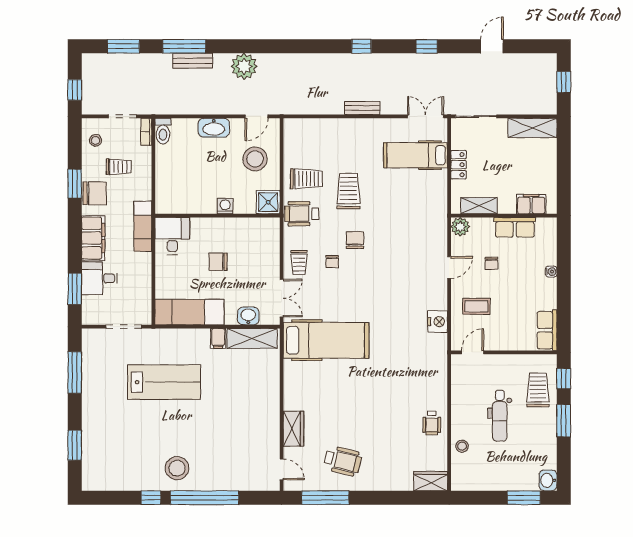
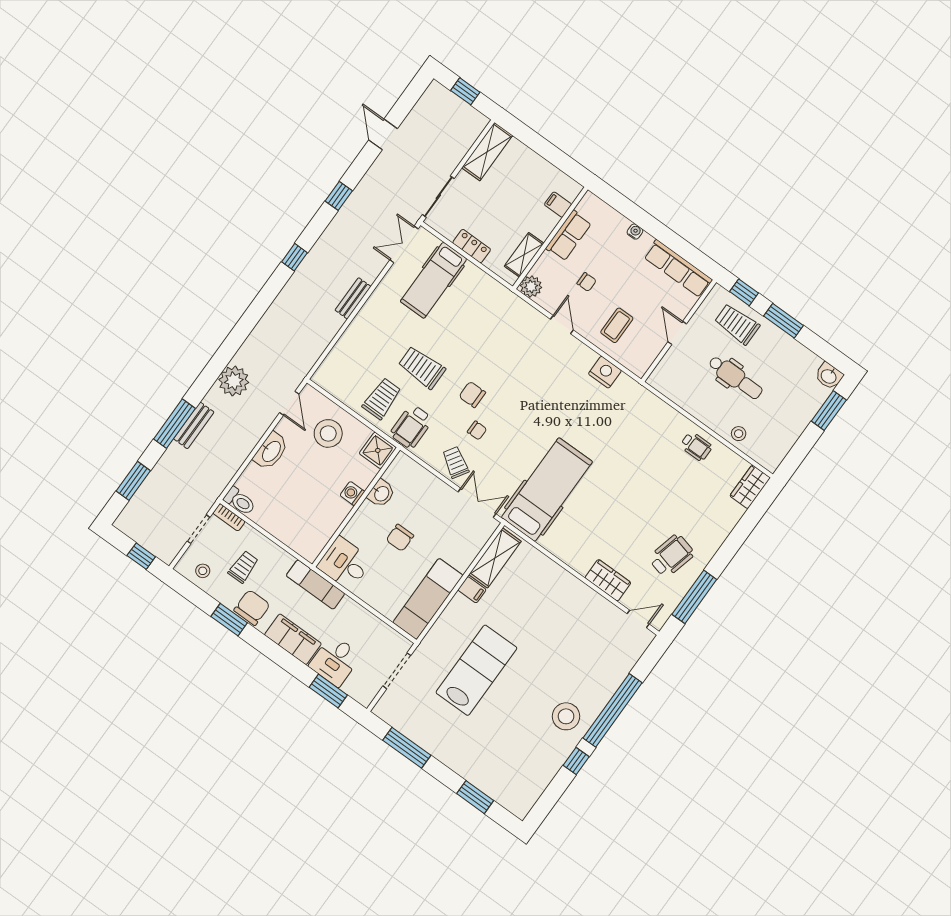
filing cabinet: (531, 204) -> (558, 205), width x0.50
trolley: (299, 263) -> (456, 462), turned -148
washbasin: (248, 316) -> (381, 493), moved, turned 180
row of seats: (547, 330) -> (678, 268), width x1.48
door: (473, 352) -> (677, 333), moved

